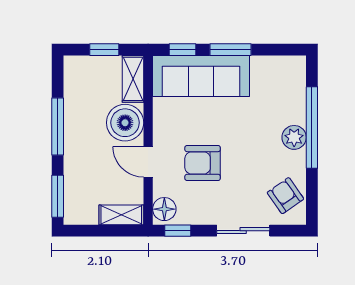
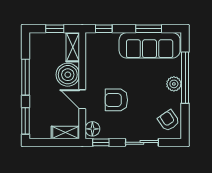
window: (231, 50) -> (149, 29), moved
sofa: (201, 76) -> (150, 45), moved

